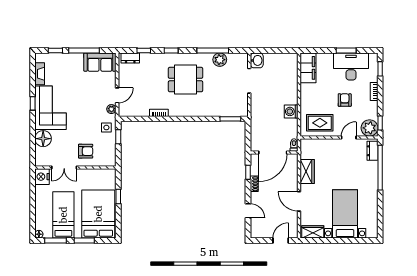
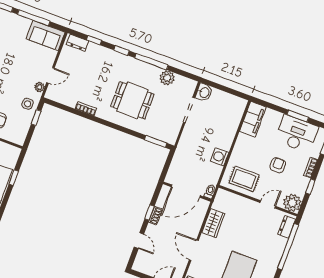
window: (213, 51) -> (151, 62), moved
dining table: (186, 80) -> (132, 100), moved
window: (380, 123) -> (310, 187), moved
window: (248, 172) -> (149, 212), moved

